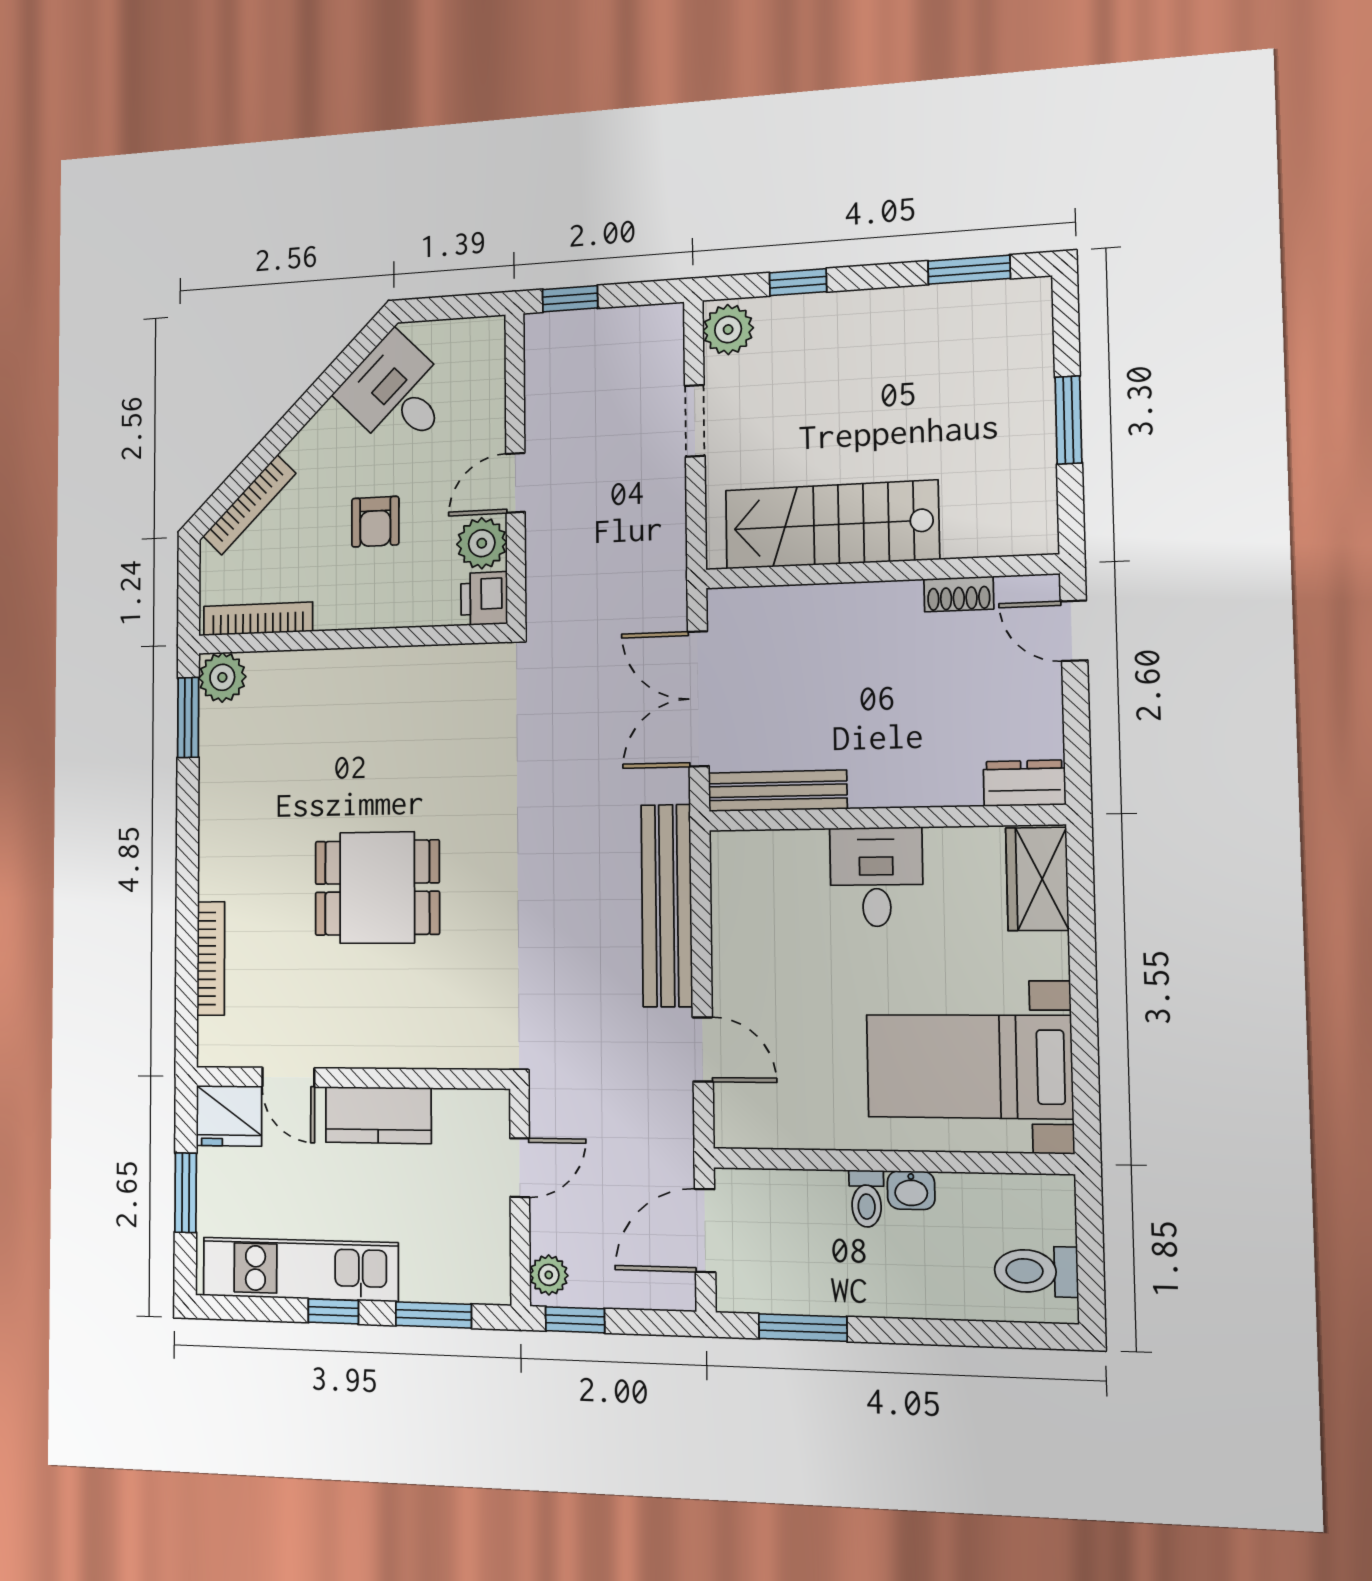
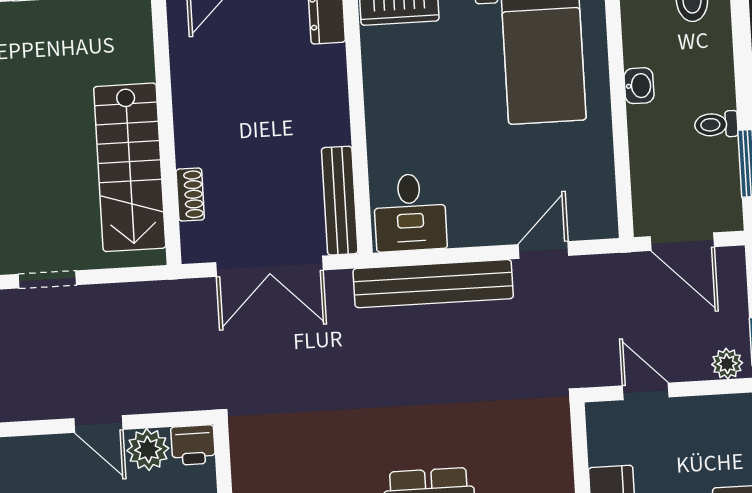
shoe rack: (959, 594) -> (190, 194), moved
desk: (876, 877) -> (410, 212), moved, turned -90
toilet: (867, 1199) -> (716, 124), moved, turned 180

